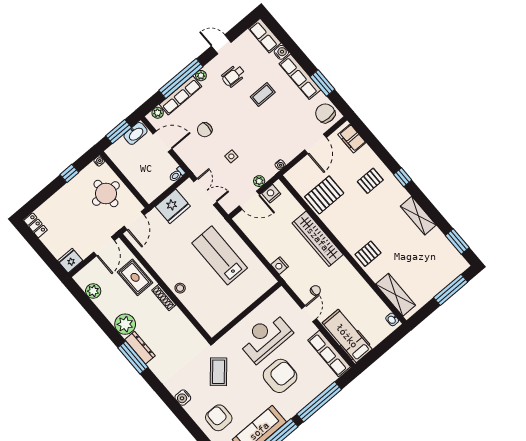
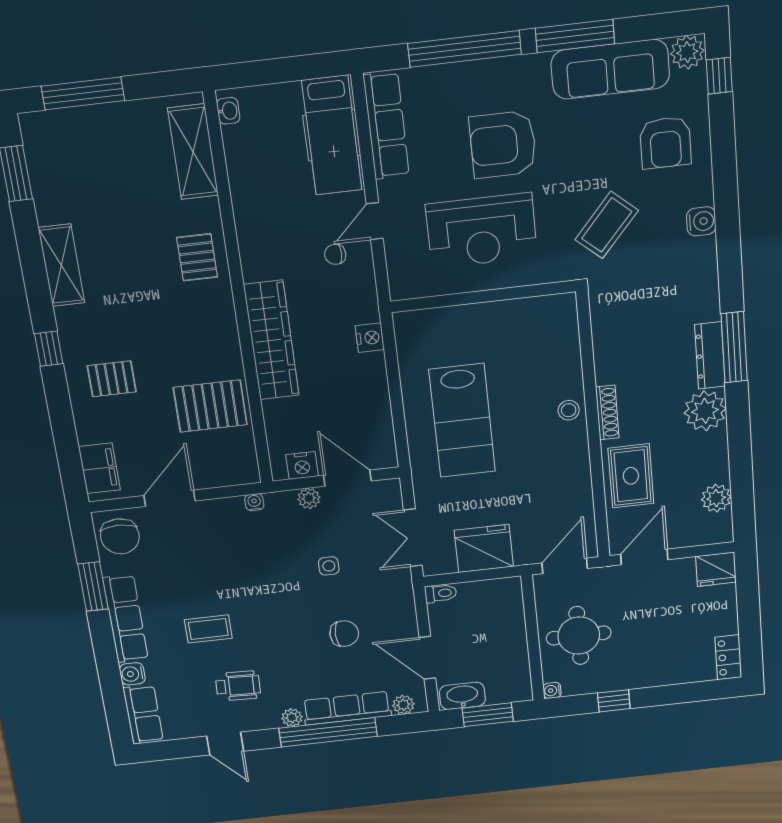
pallet: (368, 254) -> (197, 257), turned 90

